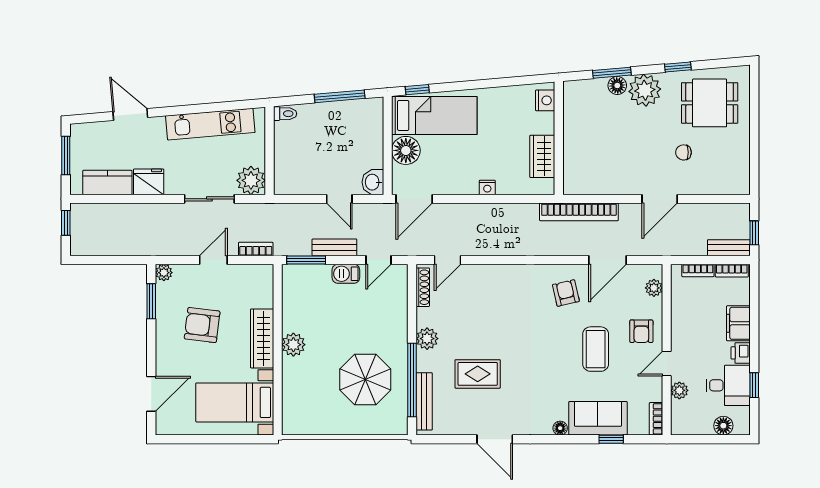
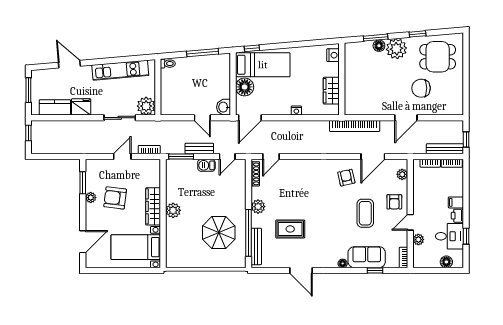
chair: (684, 152) -> (421, 88), width x1.87, depth x1.87
bench: (729, 248) -> (445, 149), width x1.36
plant: (164, 273) -> (91, 198), moved
filing cabinet: (738, 323) -> (456, 202), width x0.50

